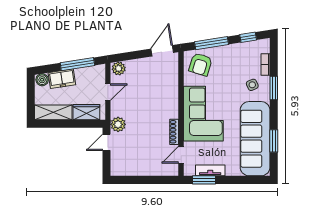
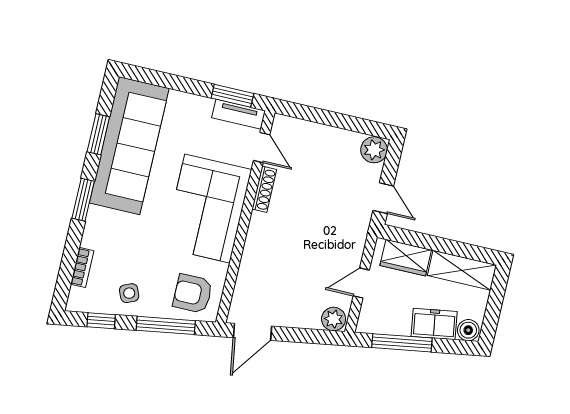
armchair: (201, 64) -> (193, 294), turned -107
side table: (252, 85) -> (129, 293), moved
window: (274, 88) -> (83, 200), moved
plant: (118, 124) -> (374, 150), moved
door: (107, 142) -> (383, 198), hinge flipped
door: (181, 155) -> (262, 148), hinge flipped
tv unit: (210, 170) -> (239, 114), moved

